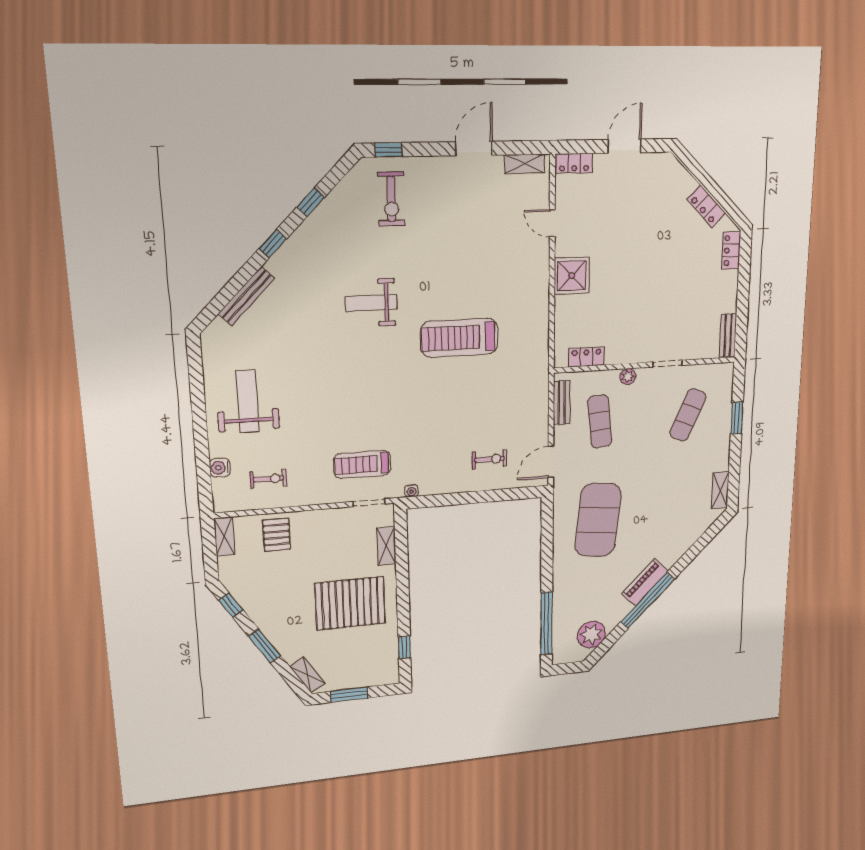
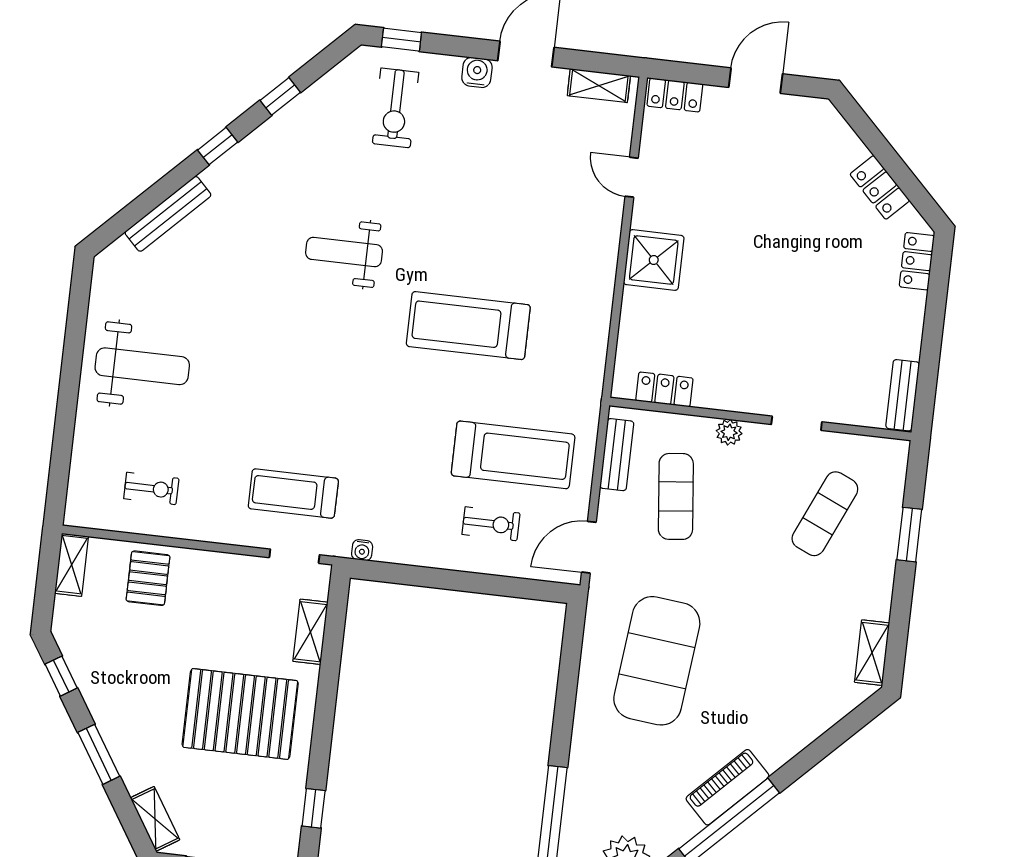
weight bench: (248, 402) -> (142, 366), turned 90
treadmill: (498, 415) -> (513, 455), added
water cooler: (220, 468) -> (477, 72), moved, turned 90

